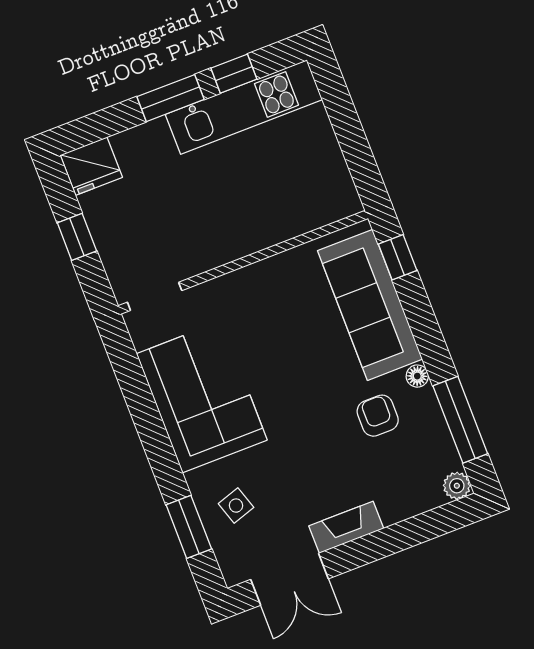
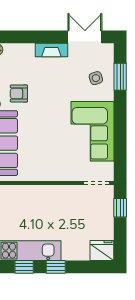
window: (170, 98) -> (56, 267), width x0.67
window: (77, 237) -> (120, 208), moved
armchair: (378, 416) -> (19, 93), turned 90

